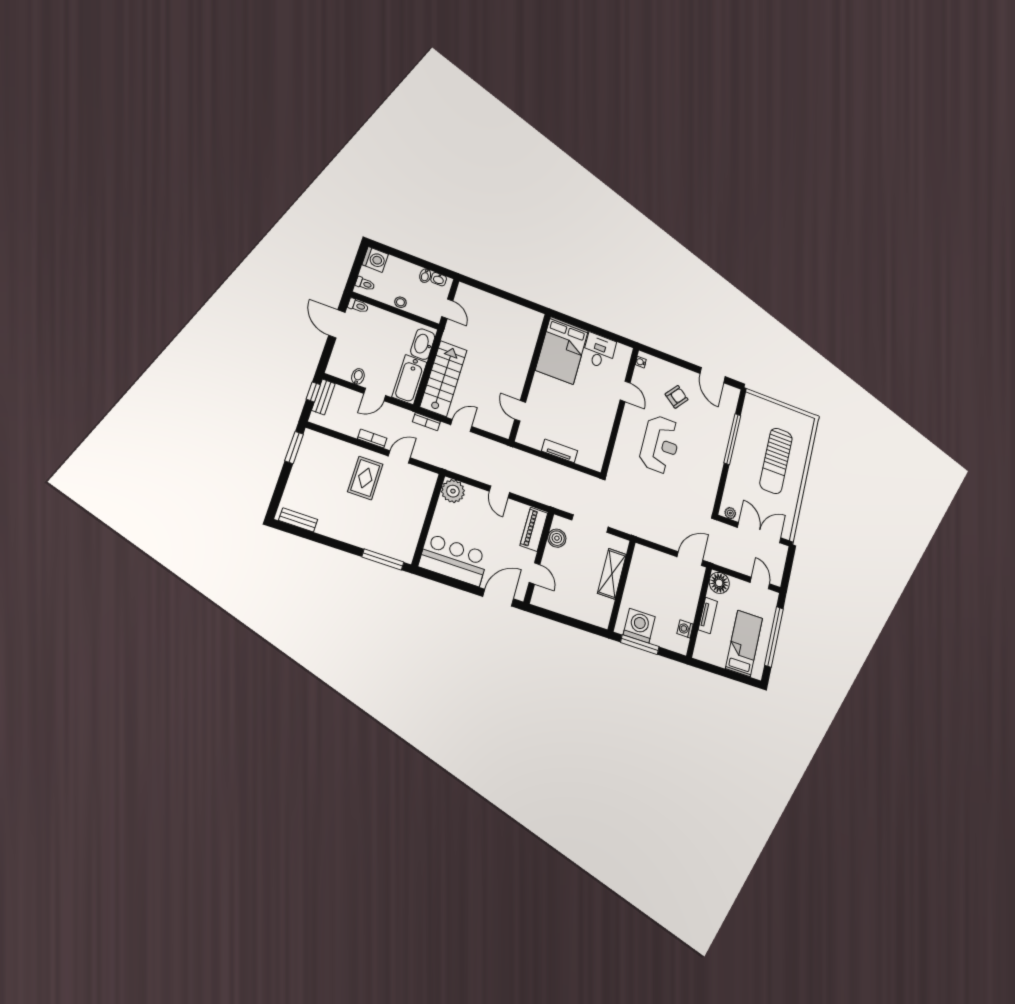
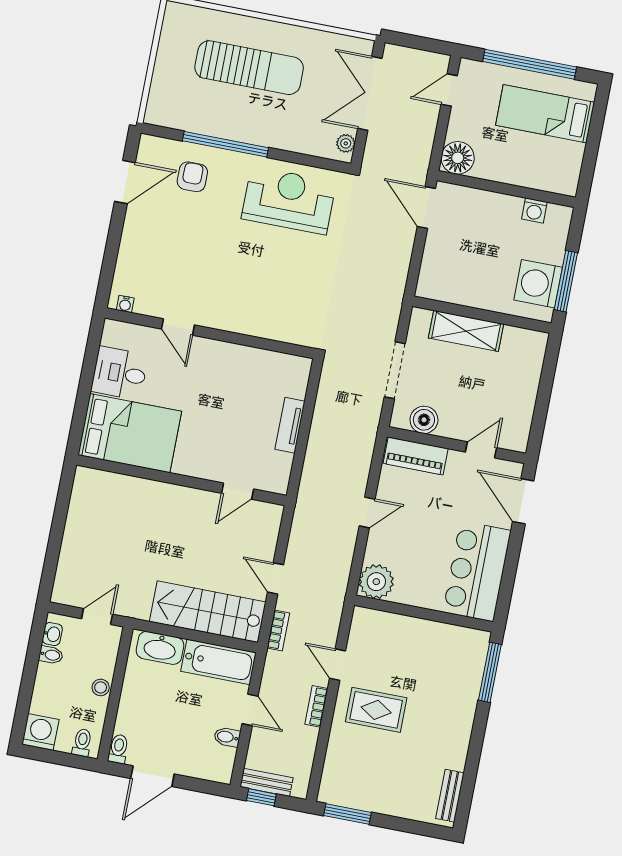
door: (625, 391) -> (178, 327), swing flipped
armchair: (677, 397) -> (192, 177), moved, turned 52
reception desk: (660, 444) -> (289, 200), moved
tv unit: (708, 616) -> (510, 175), removed

